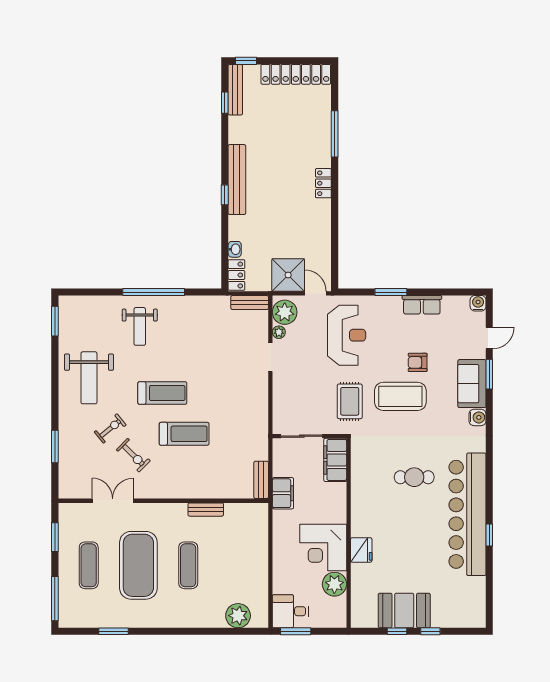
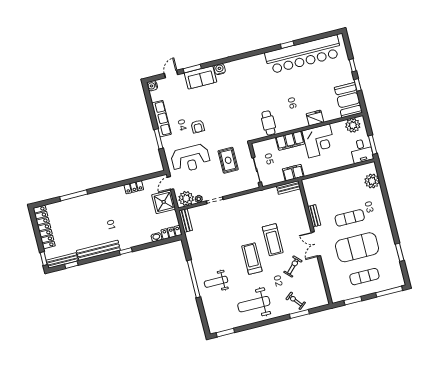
bench: (237, 180) -> (98, 250), moved
locker: (323, 183) -> (134, 187), moved
row of seats: (422, 305) -> (161, 119), width x1.48
weight bench: (140, 326) -> (216, 282), turned 180
reception desk: (347, 335) -> (191, 158), turned 180
door: (489, 338) -> (171, 74), hinge flipped
armchair: (418, 362) -> (198, 126), moved
weight bench: (89, 378) -> (254, 304), turned 180
coffee table: (400, 396) -> (219, 118), removed
rug: (350, 401) -> (228, 160), moved, turned 90
exercise bike: (110, 428) -> (296, 301), moved
treadmill: (184, 434) -> (273, 240), turned 180
filing cabinet: (335, 460) -> (290, 141), moved
cafe table: (414, 477) -> (268, 123), moved
double door: (113, 501) -> (316, 244), moved
bar counter: (468, 514) -> (303, 54), moved
plant: (334, 584) -> (353, 125), moved
booth: (404, 610) -> (348, 100), moved

